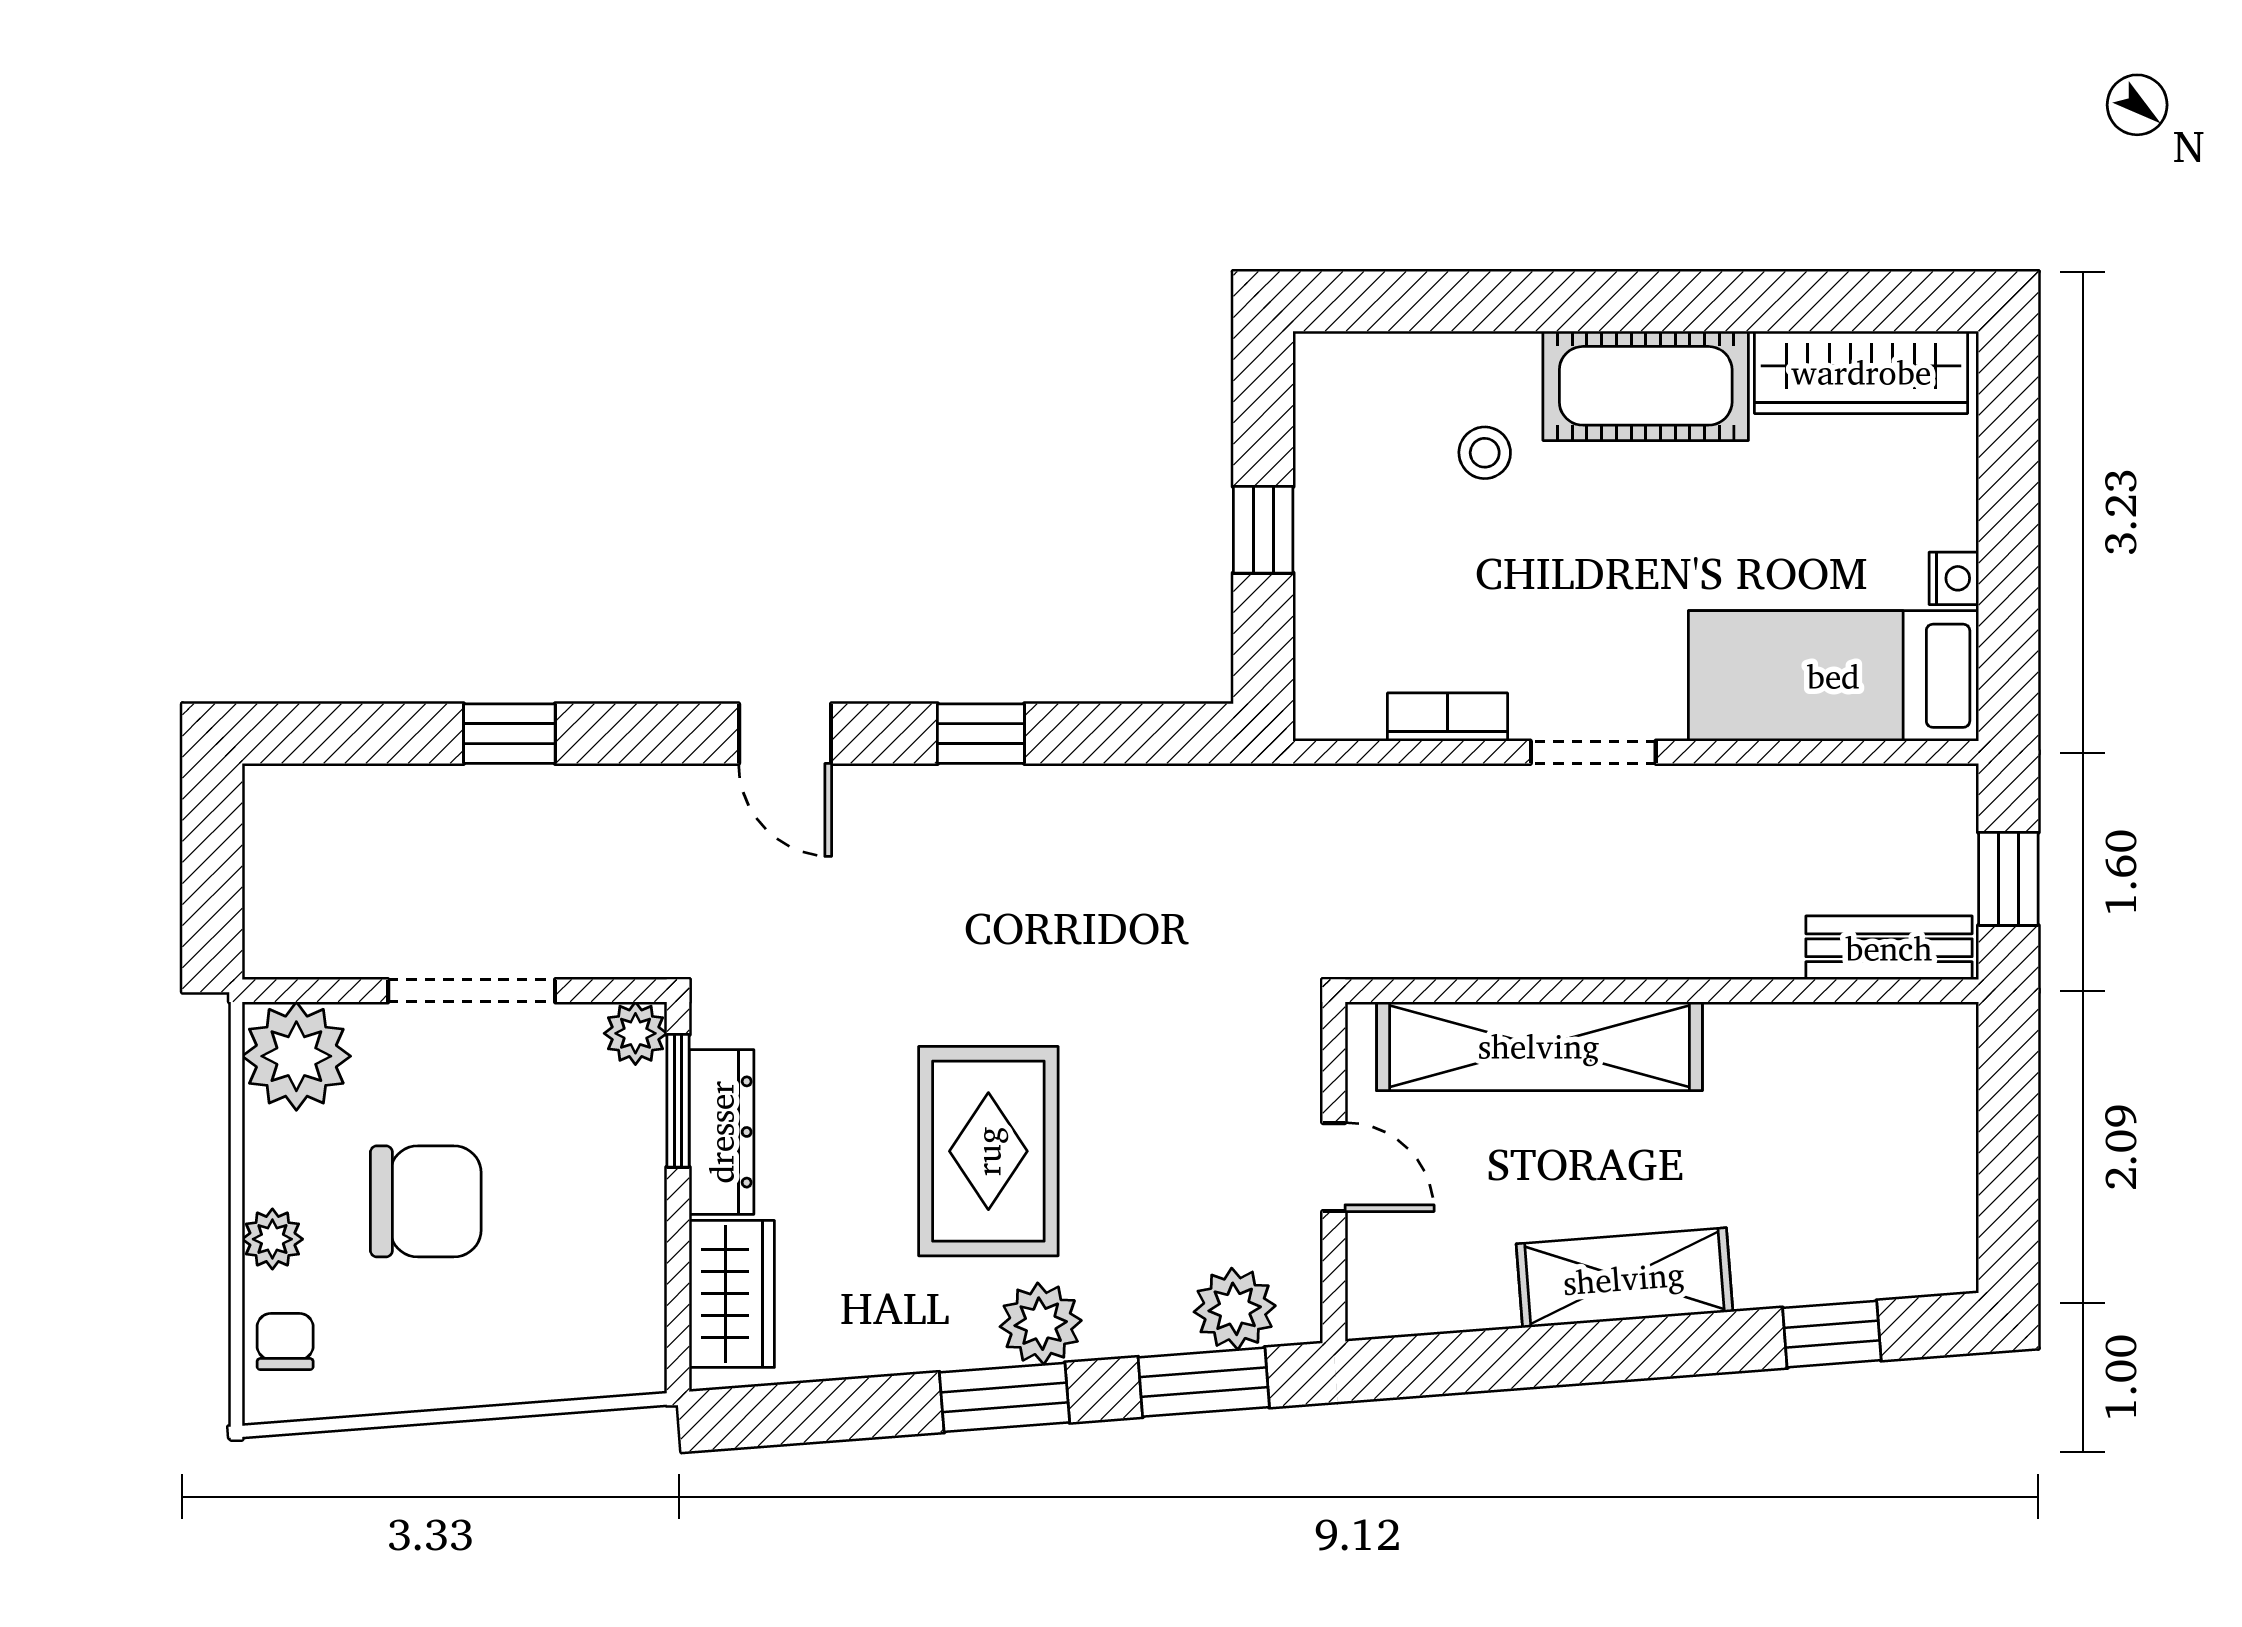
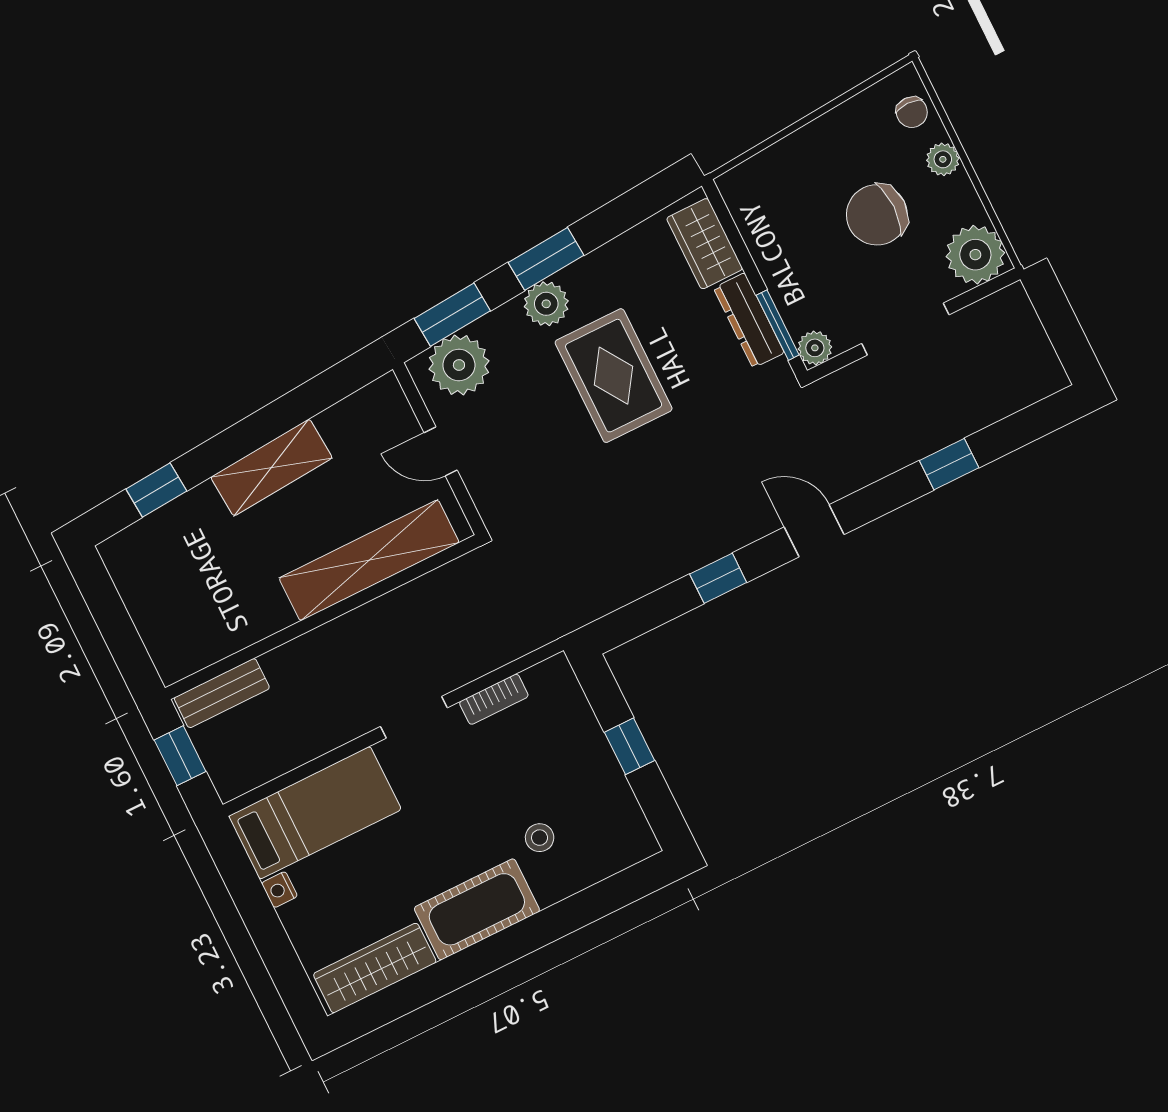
plant: (1235, 1309) -> (459, 365), width x1.36, depth x1.36

